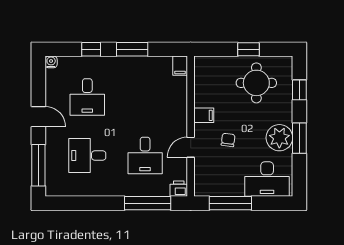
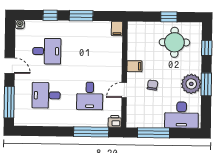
desk: (87, 97) -> (47, 51), turned -90

